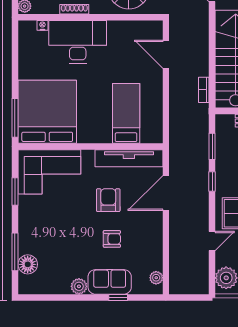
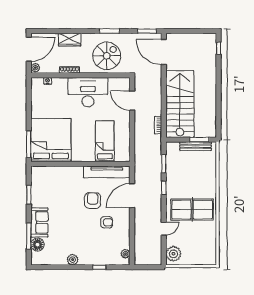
desk: (78, 42) -> (88, 92), moved
corner sofa: (49, 172) -> (52, 181), removed
armchair: (112, 239) -> (107, 222), moved
sofa: (110, 282) -> (39, 222), moved, turned 90

